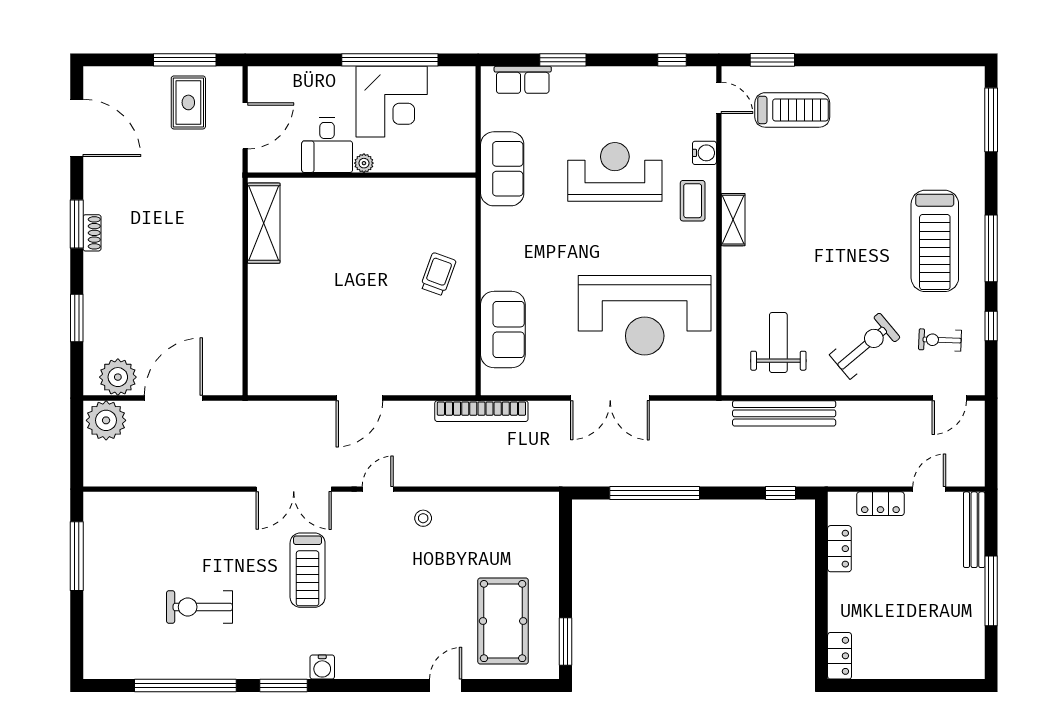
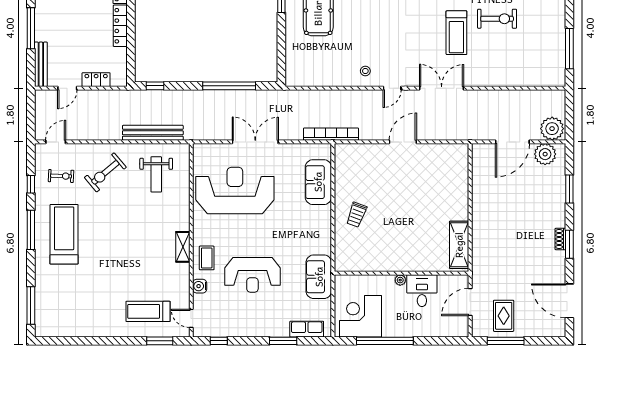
corner desk: (392, 102) -> (361, 316), moved
locker: (839, 549) -> (120, 26), moved, width x1.53
treadmill: (308, 570) -> (456, 33), moved, turned 180

